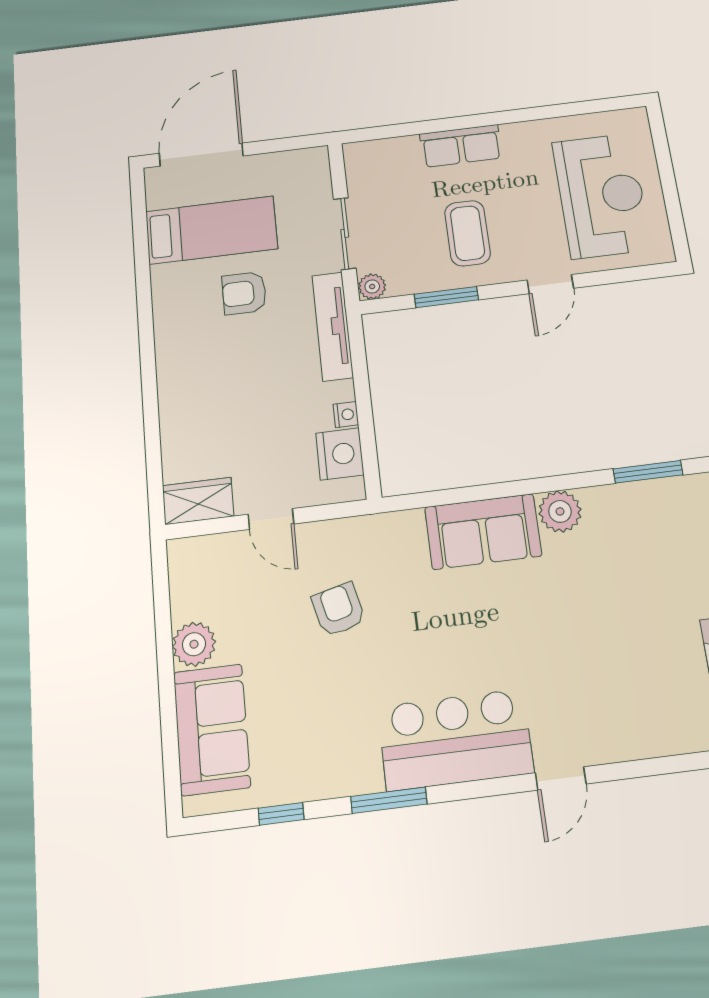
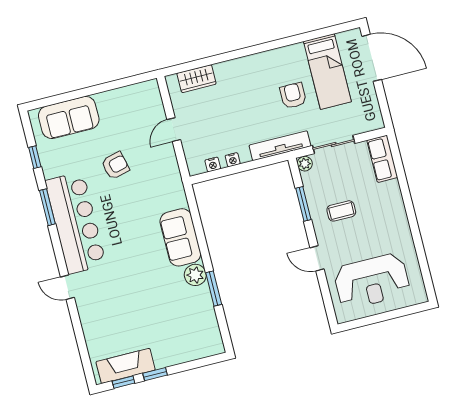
row of seats: (461, 146) -> (382, 159), moved
coffee table: (467, 233) -> (341, 211), width x0.73, depth x0.77
nightstand: (340, 454) -> (213, 164), width x0.53, depth x0.56
window: (648, 472) -> (214, 288), moved
wardrobe: (198, 501) -> (196, 79), moved, turned 90
armchair: (338, 609) -> (115, 166), moved
plant: (194, 644) -> (107, 102), removed
bar counter: (455, 740) -> (76, 223), width x1.36

